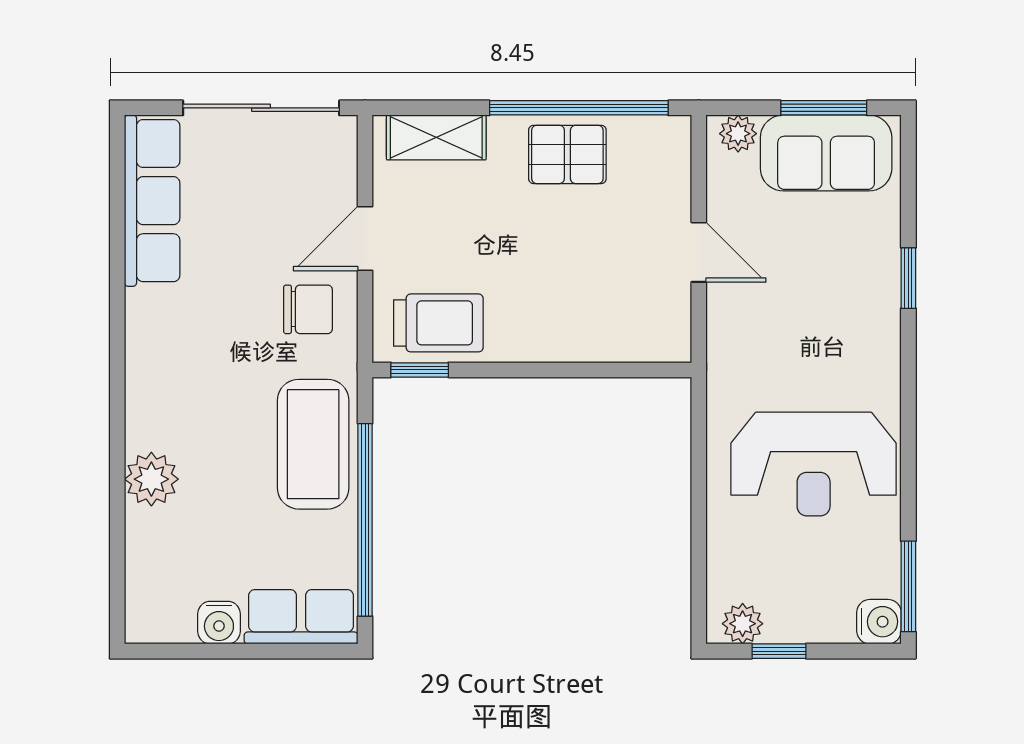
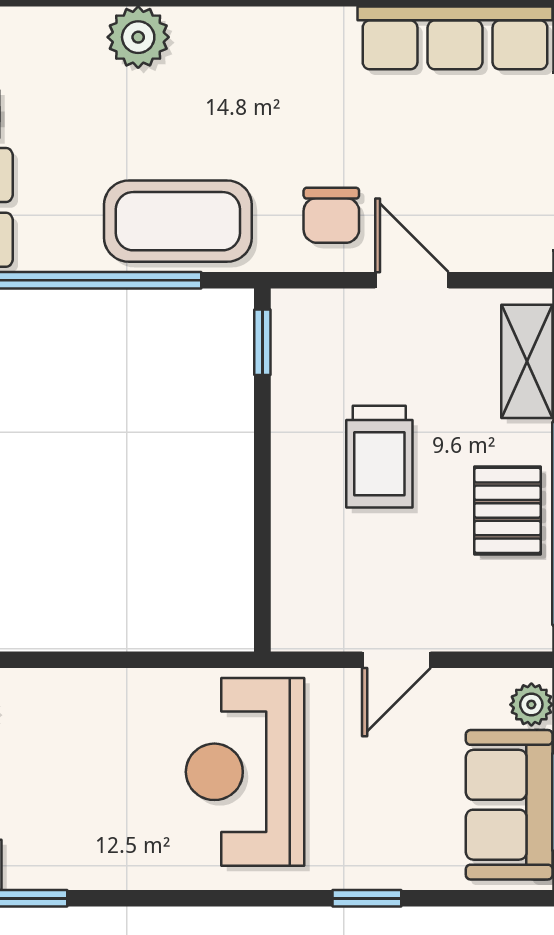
trolley: (438, 323) -> (379, 457), moved
reception desk: (814, 464) -> (245, 772), moved

